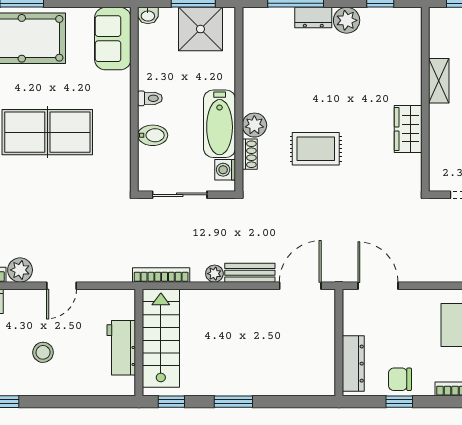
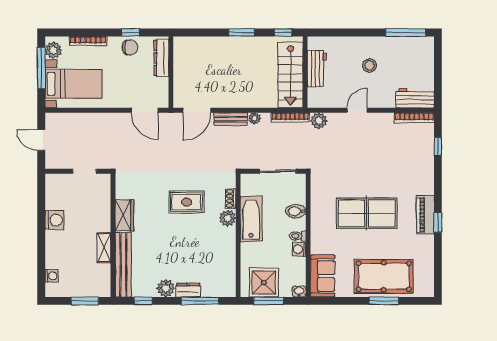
bench: (410, 55) -> (123, 265), added
washing machine: (225, 170) -> (299, 249), moved, turned 180
plant: (20, 270) -> (319, 121), moved

